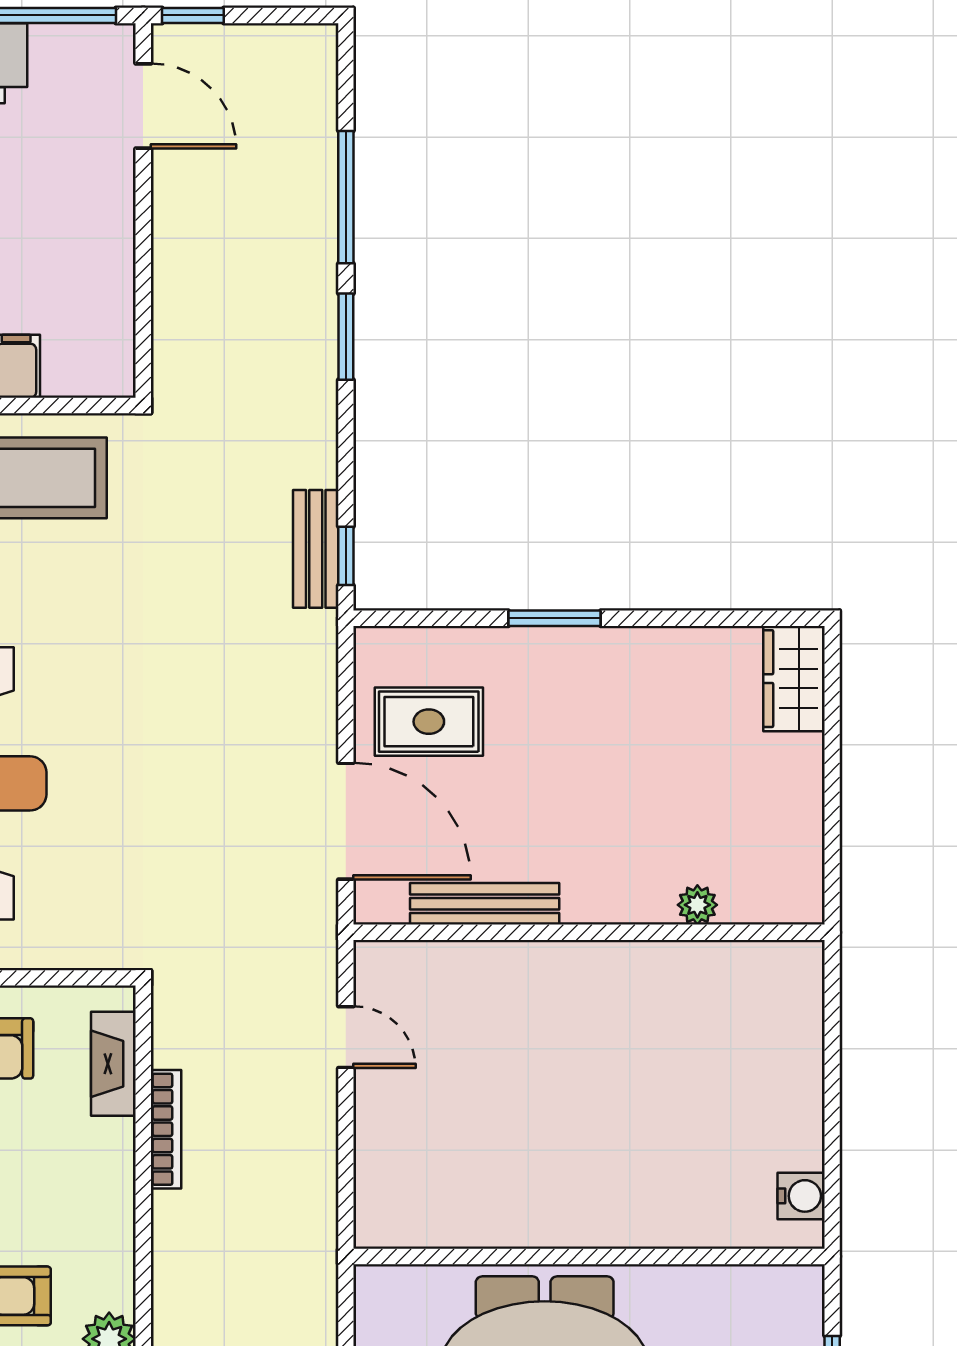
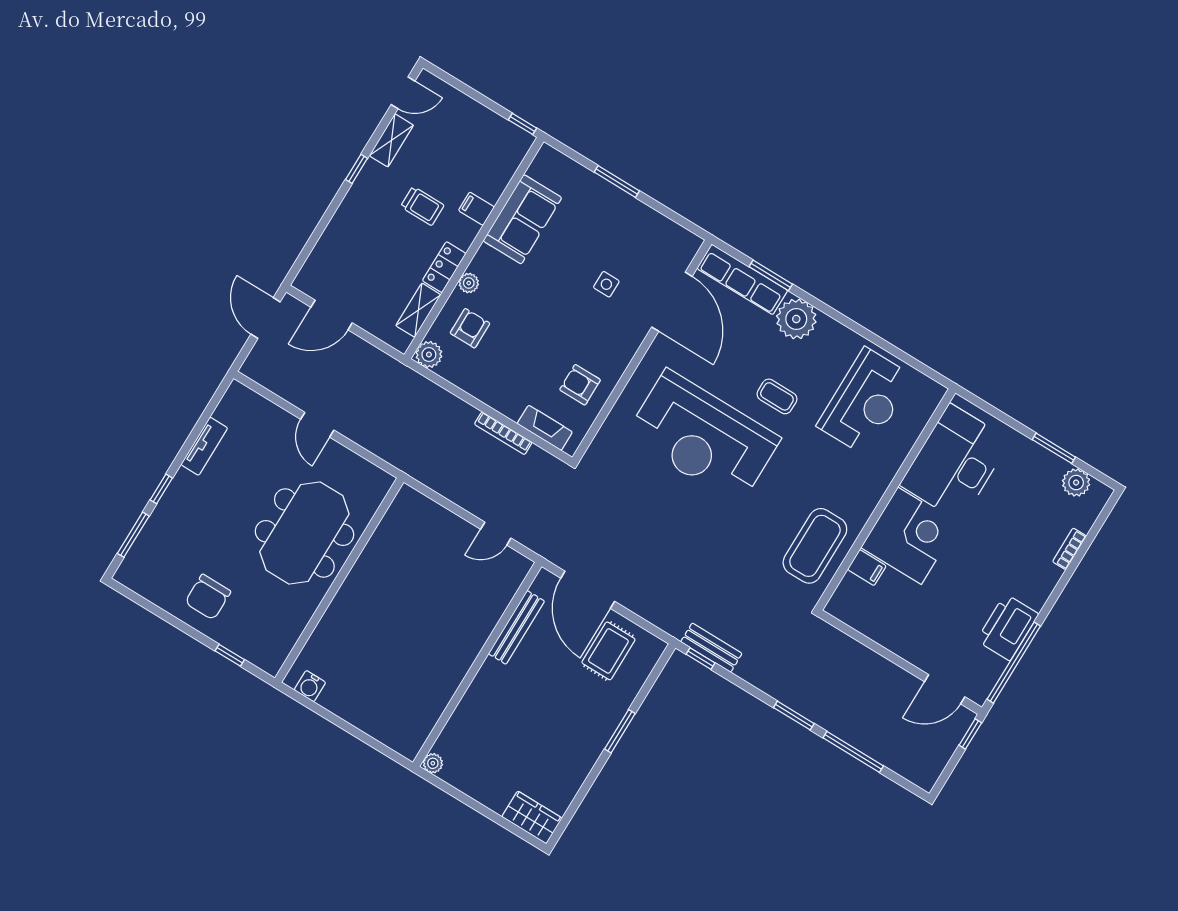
door: (346, 821) -> (588, 590), hinge flipped
plant: (697, 905) -> (433, 763), moved

